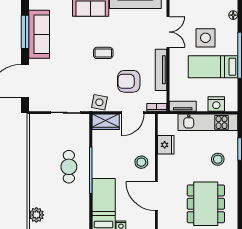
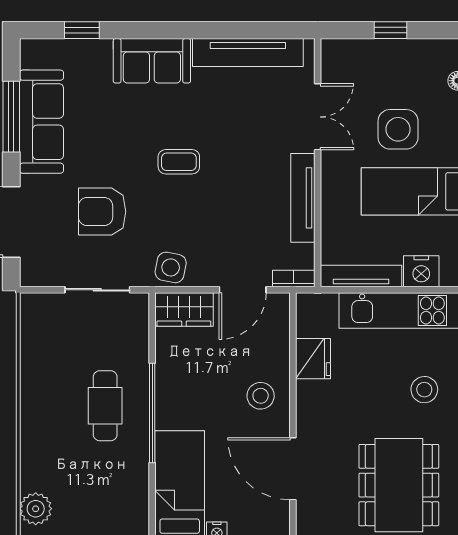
armchair: (129, 81) -> (102, 212), moved
tv unit: (183, 106) -> (361, 276), width x1.41

